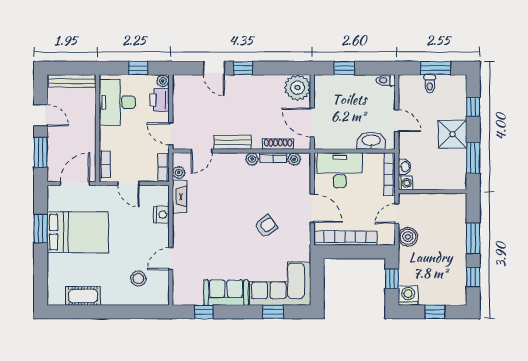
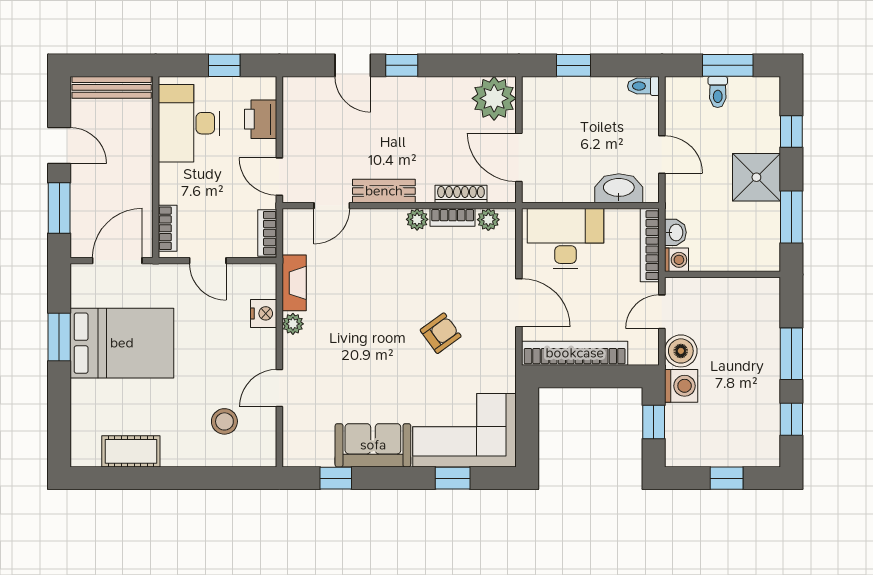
plant: (163, 81) -> (266, 87), removed
plant: (179, 172) -> (293, 324), moved
washing machine: (408, 296) -> (681, 386), moved, turned 90

